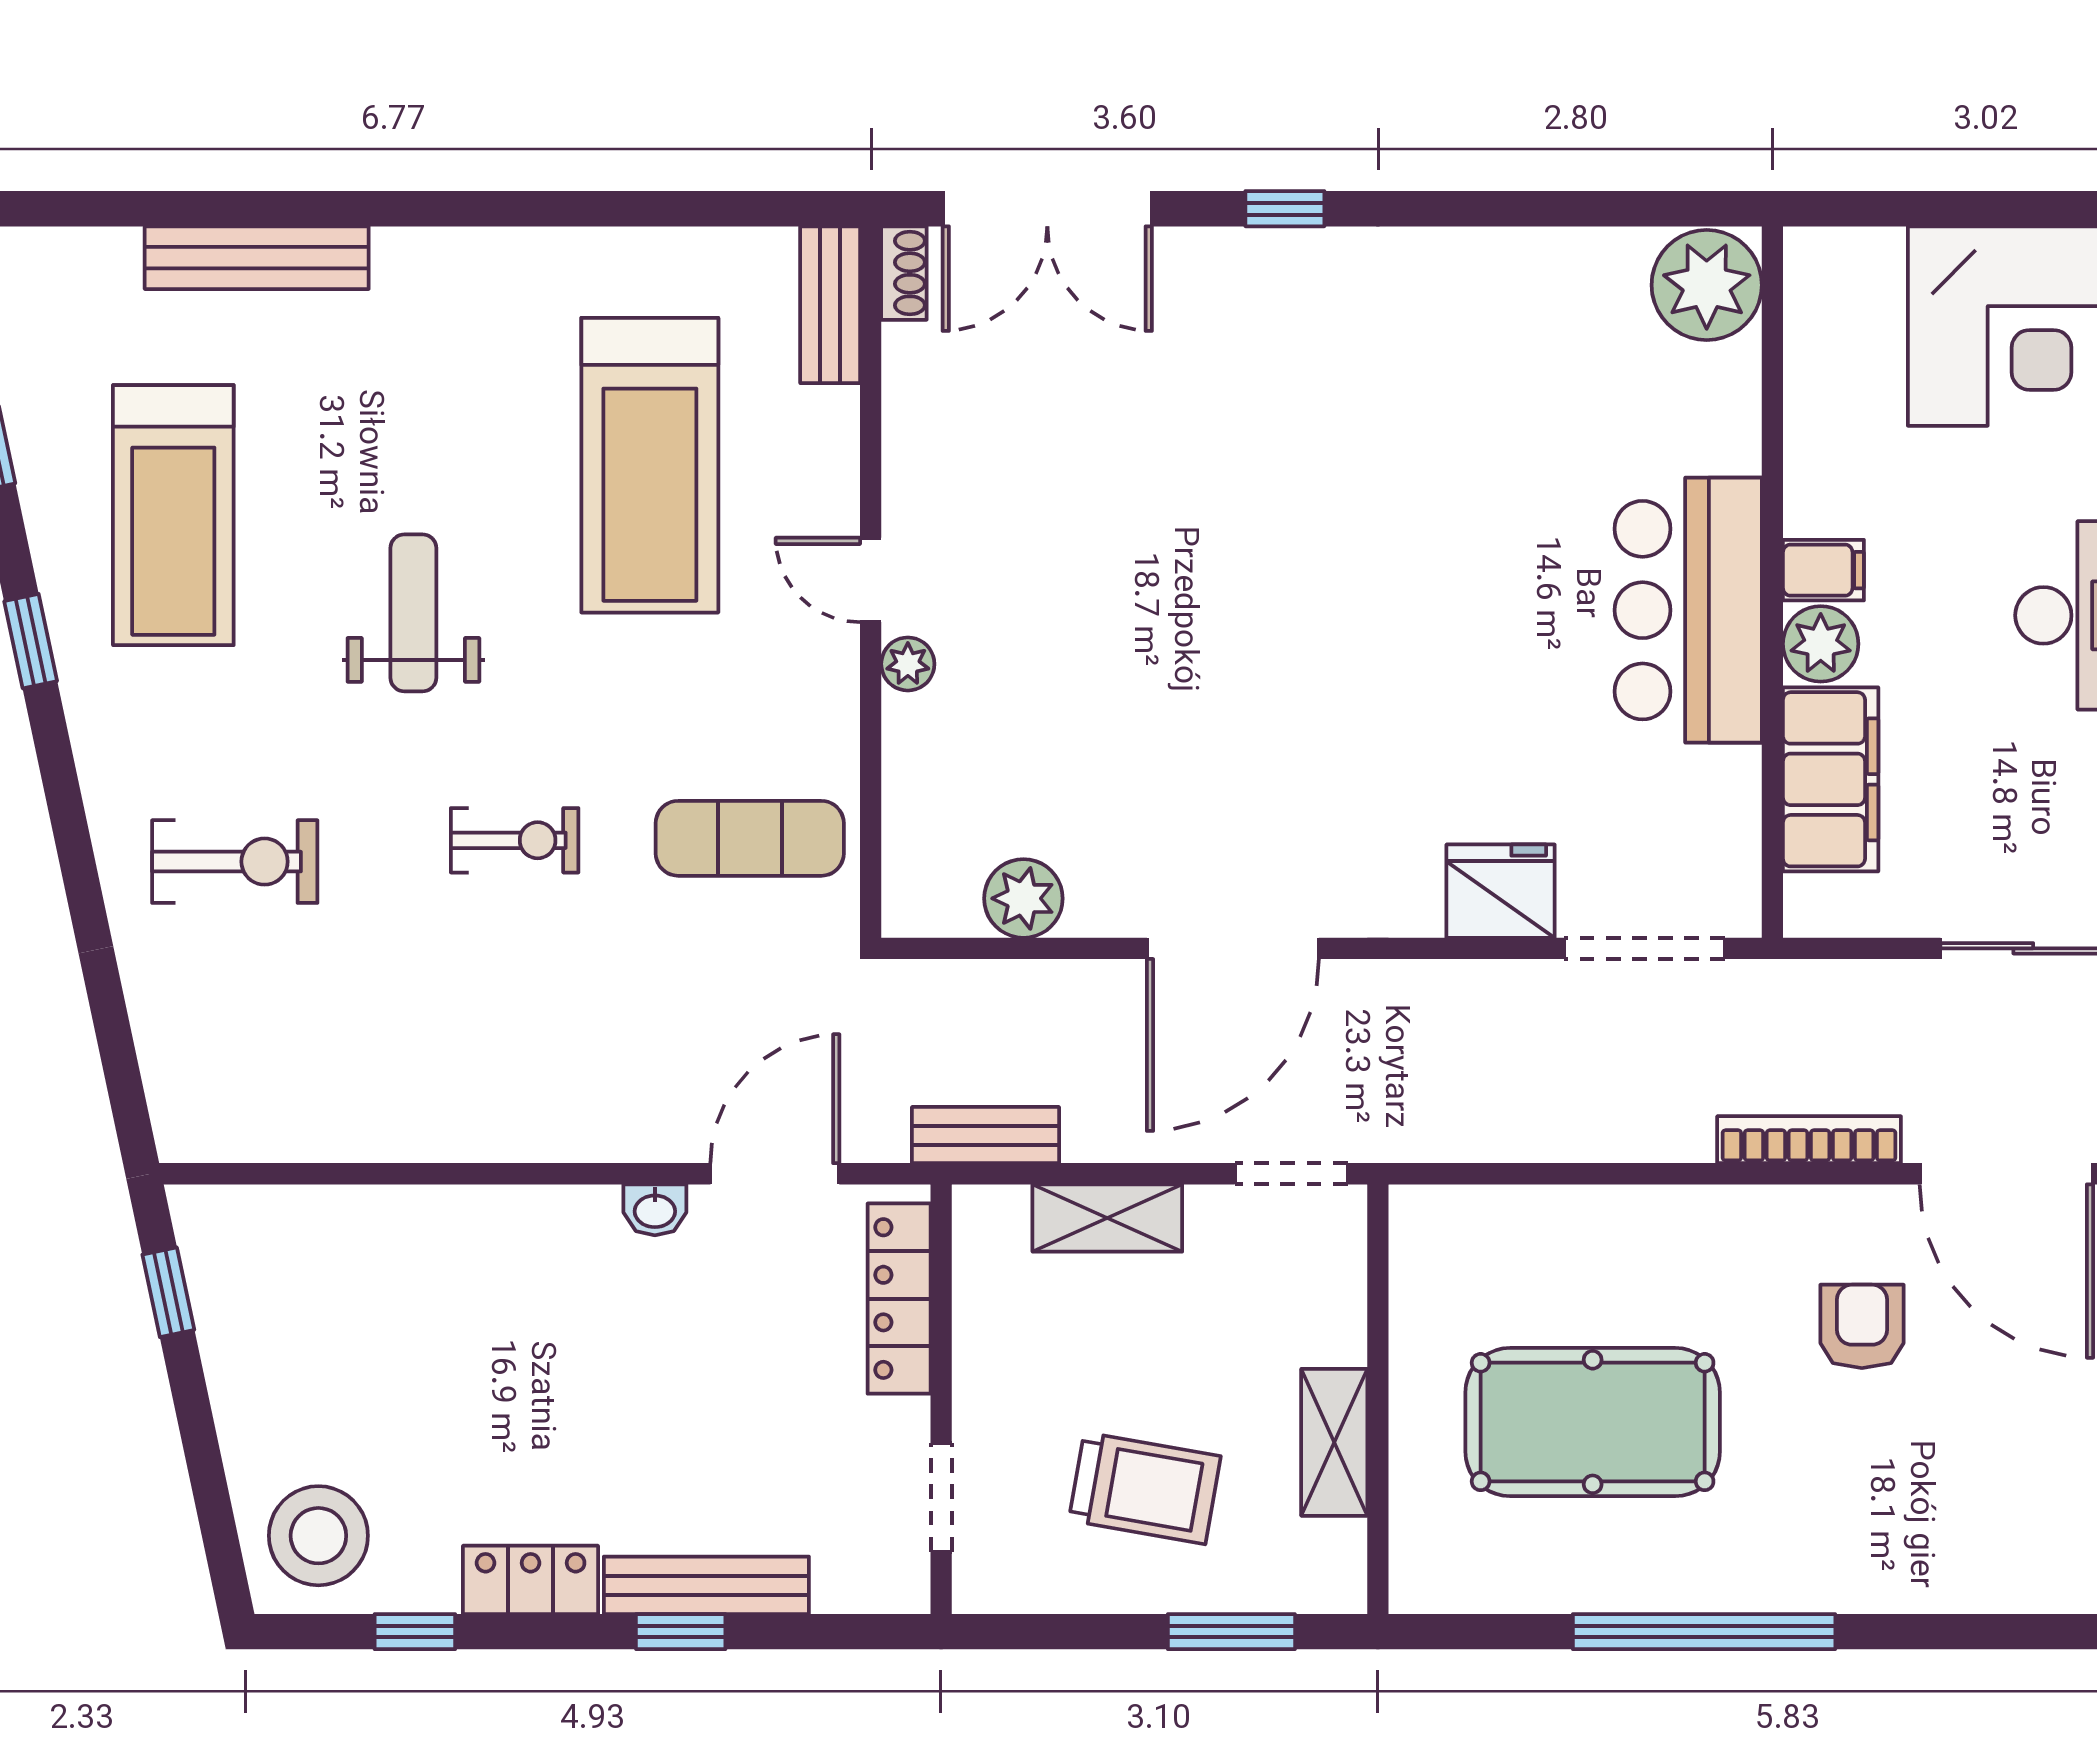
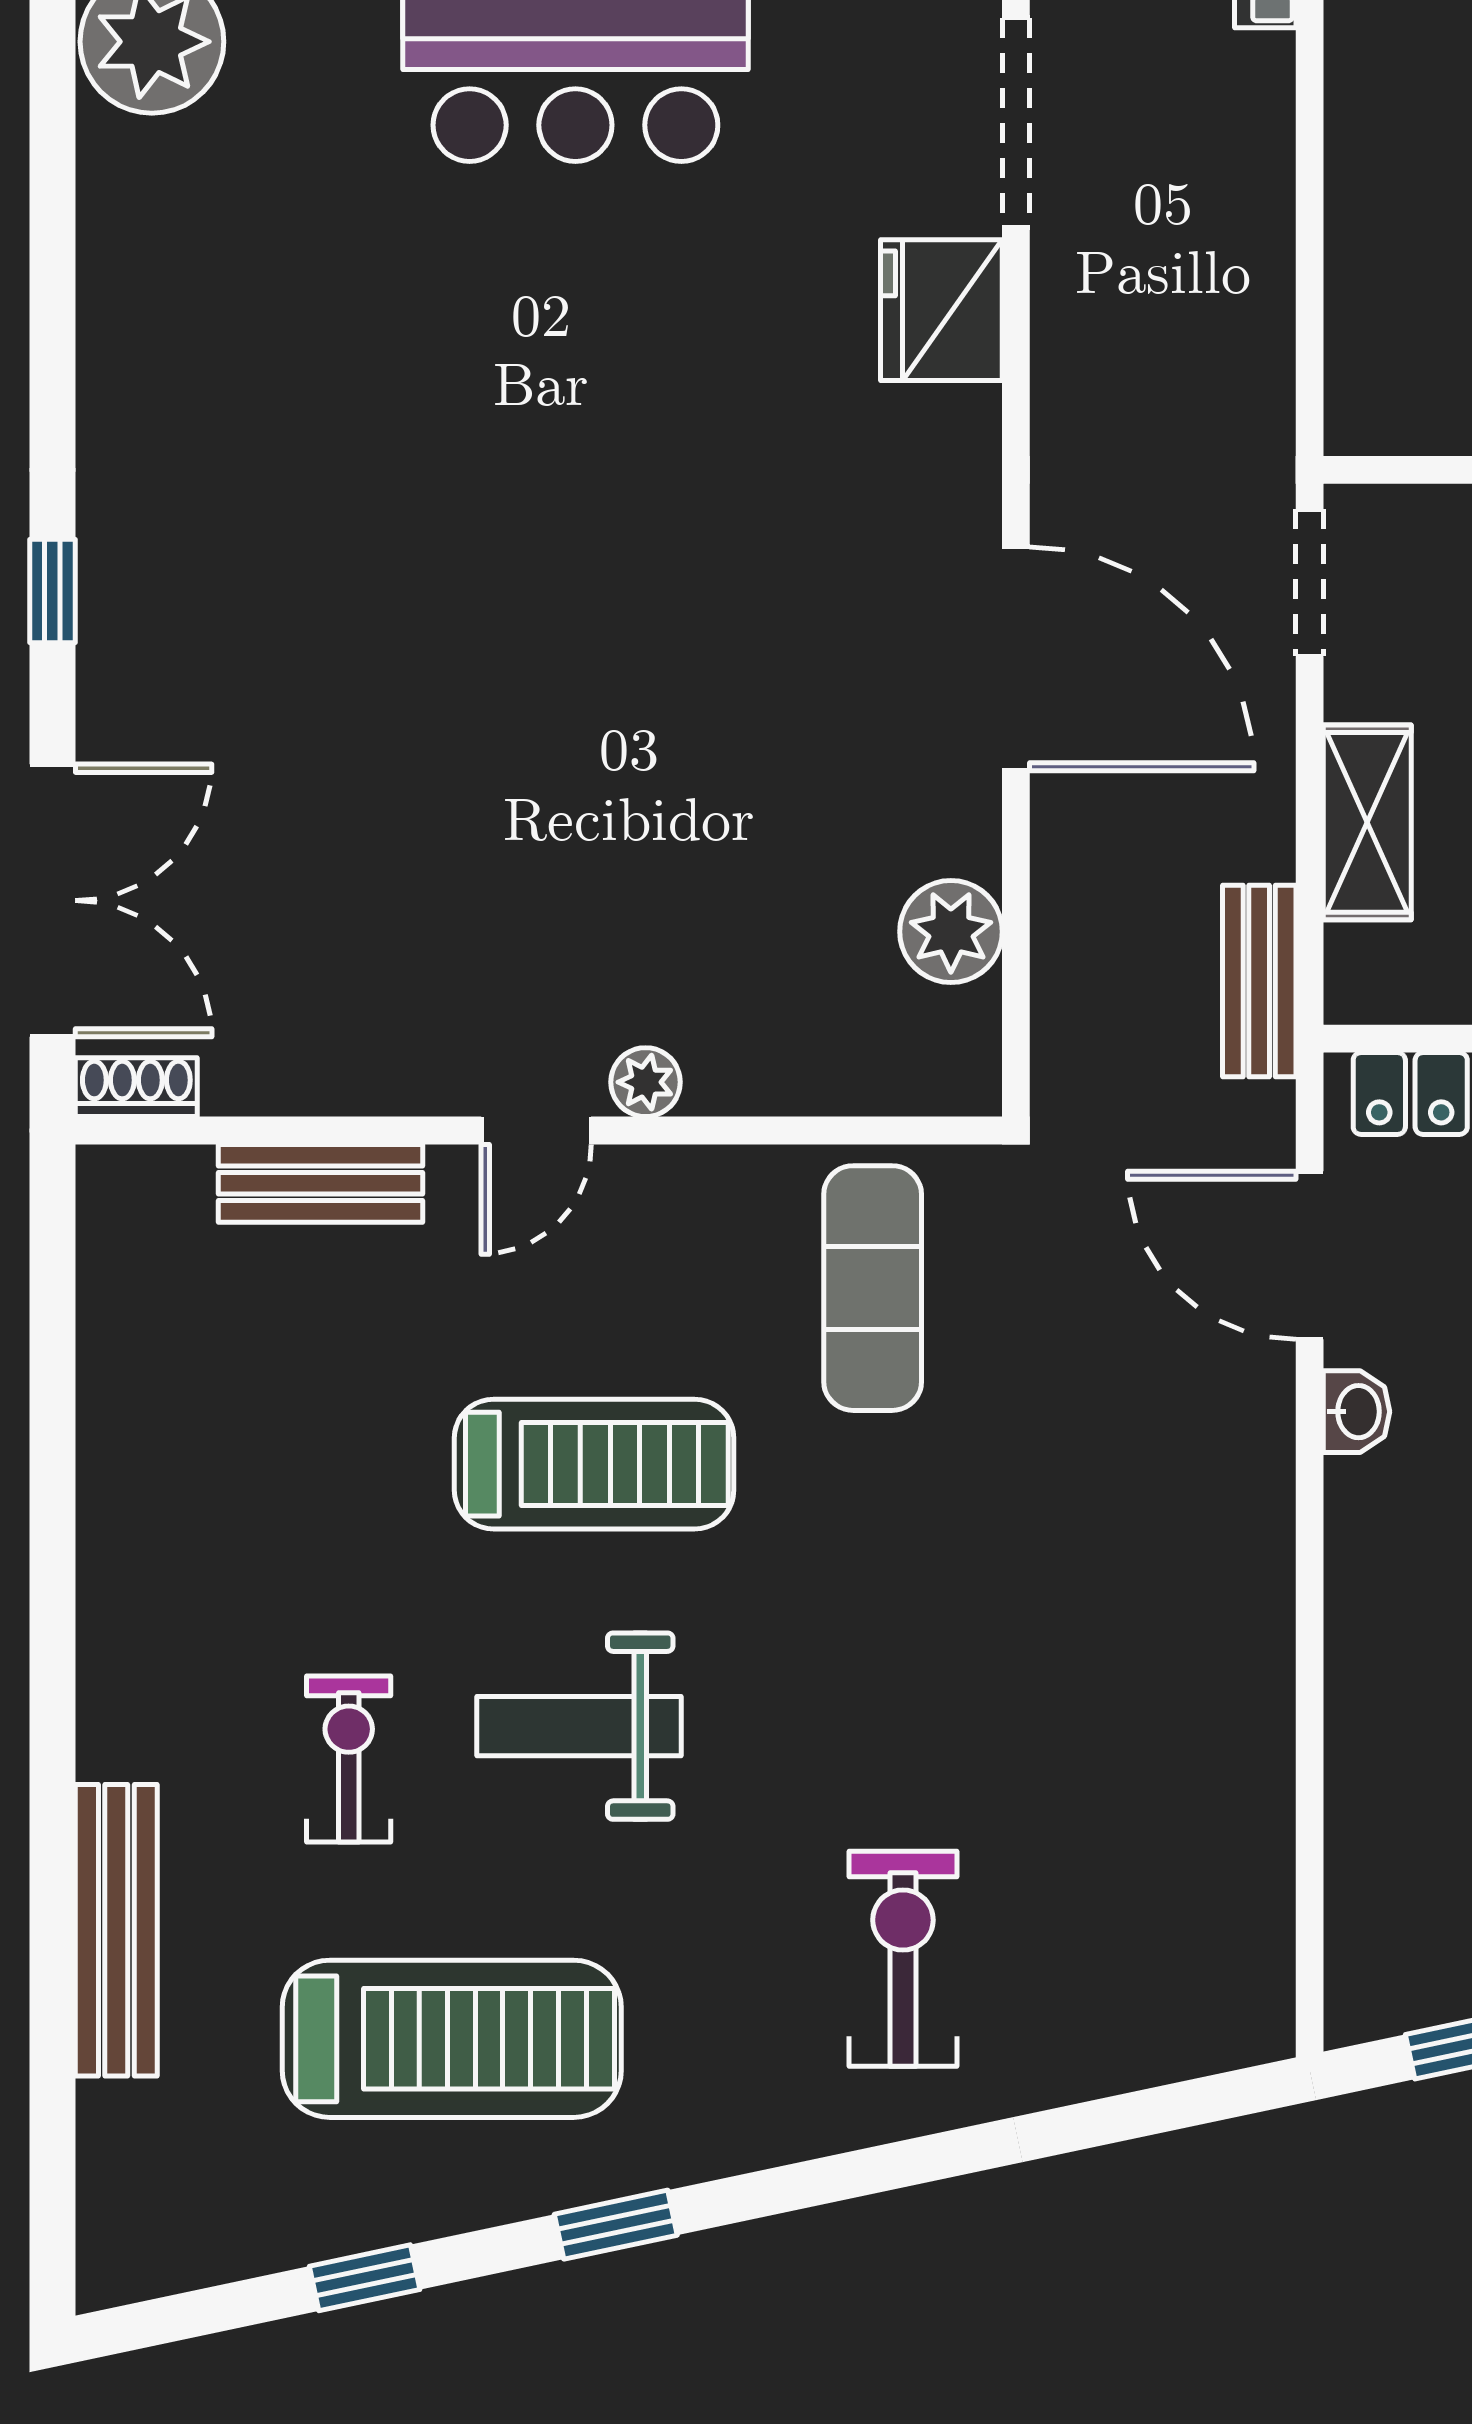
bench: (830, 305) -> (320, 1183), moved
treadmill: (650, 465) -> (594, 1464), moved, width x0.73, depth x0.73
exercise bike: (515, 840) -> (349, 1759), moved

